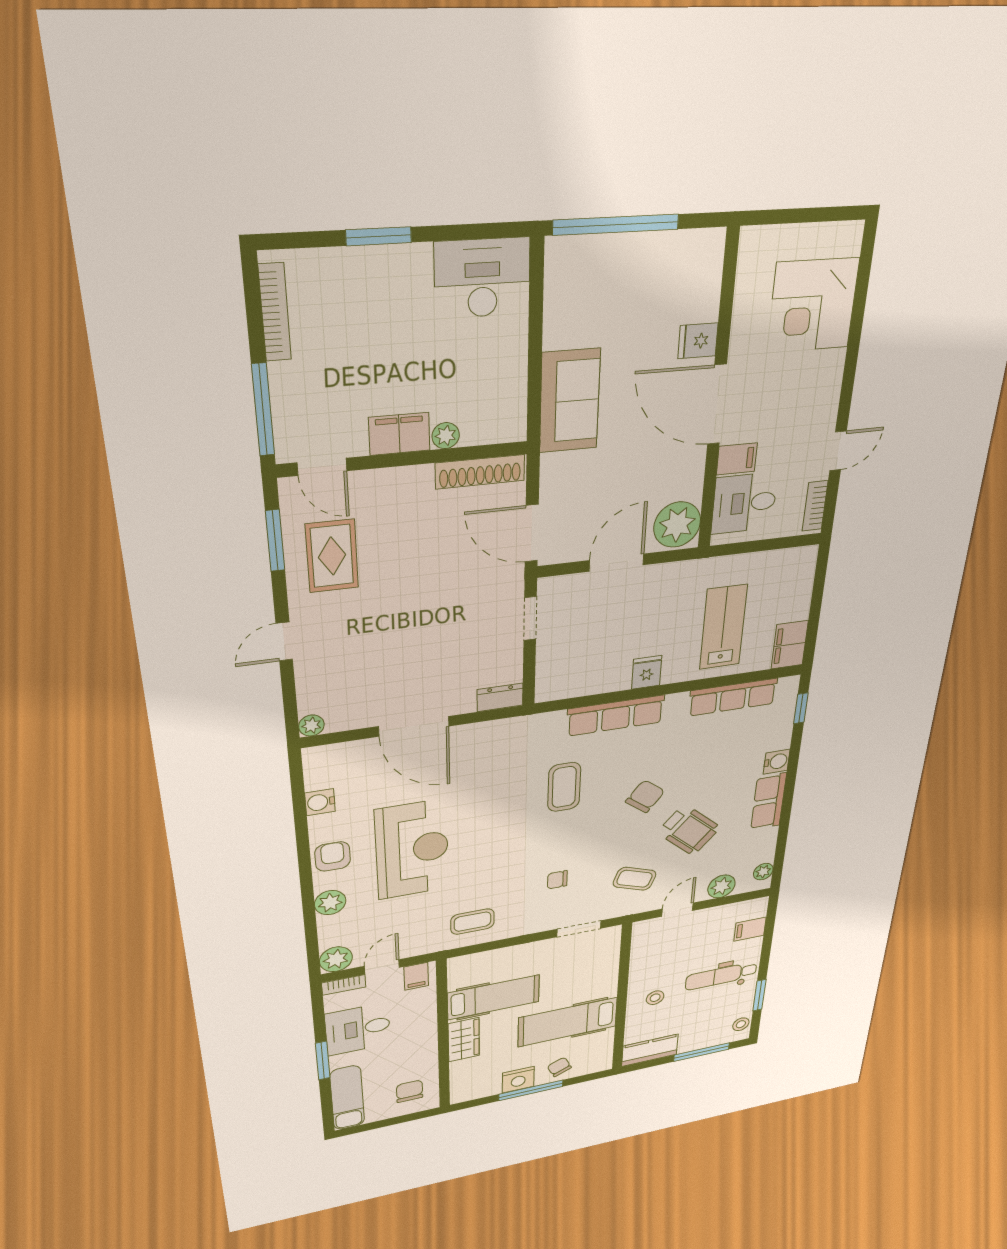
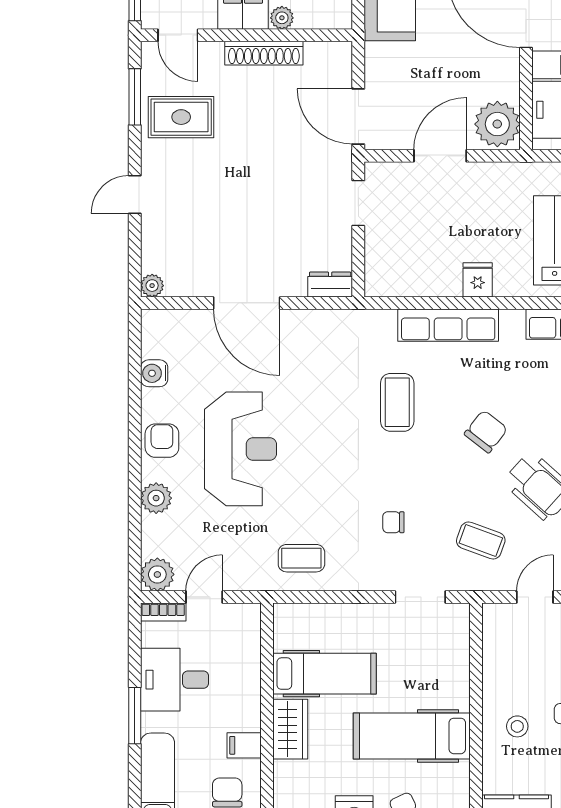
shoe rack: (480, 472) -> (264, 53), moved
rug: (332, 556) -> (181, 117), turned 90
filing cabinet: (416, 976) -> (244, 745), moved, turned 90

